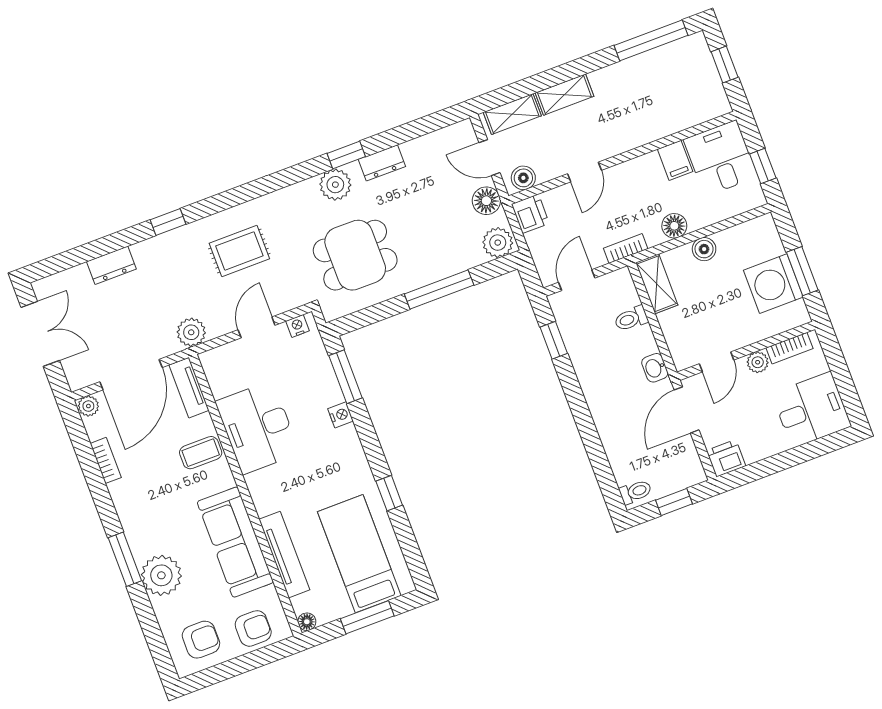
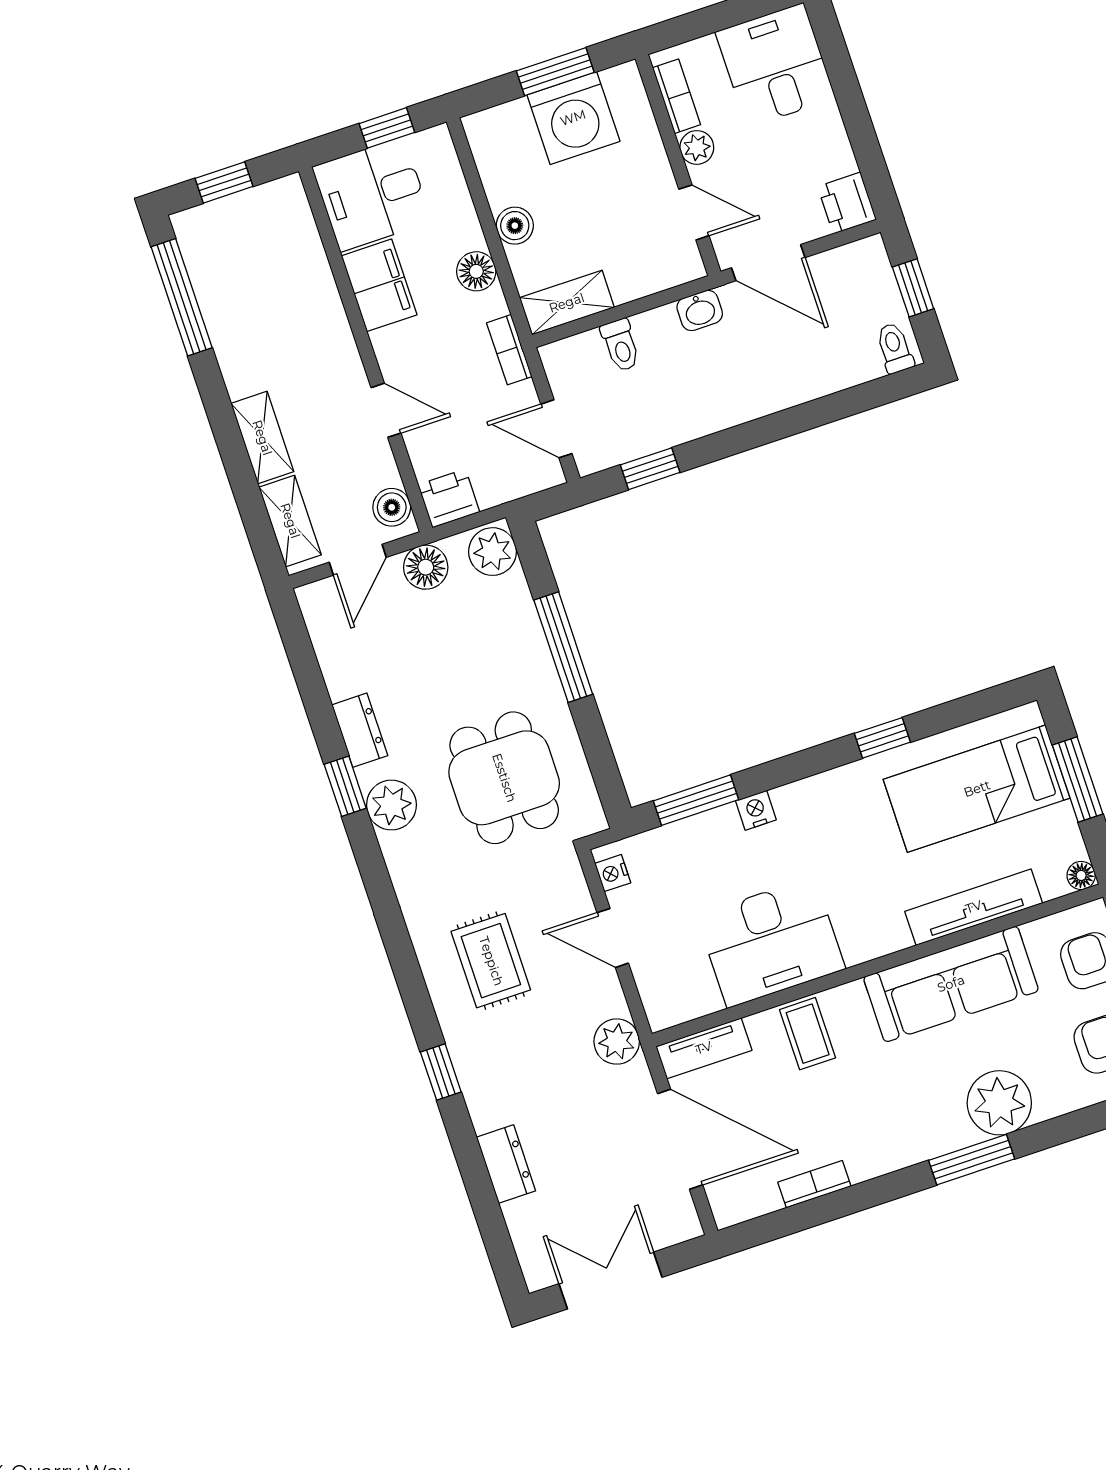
filing cabinet: (675, 160) -> (379, 285), width x2.00
plant: (88, 406) -> (727, 1208), removed

